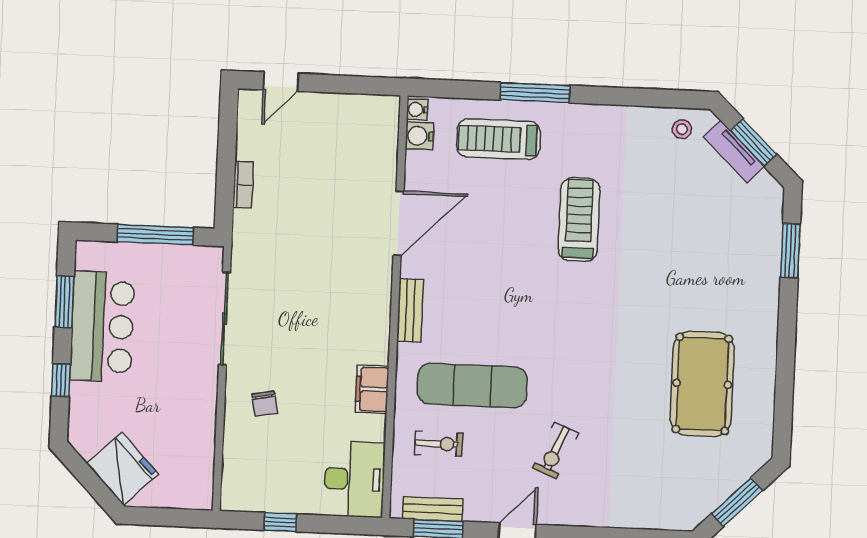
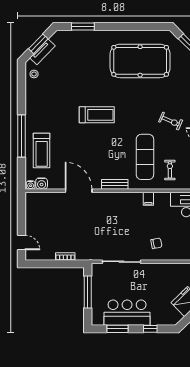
window: (535, 93) -> (21, 136), width x1.46
treadmill: (579, 220) -> (97, 115), moved, turned 180
pool table: (702, 384) -> (140, 61), width x1.36, depth x1.32
filing cabinet: (372, 389) -> (148, 199), width x0.50

